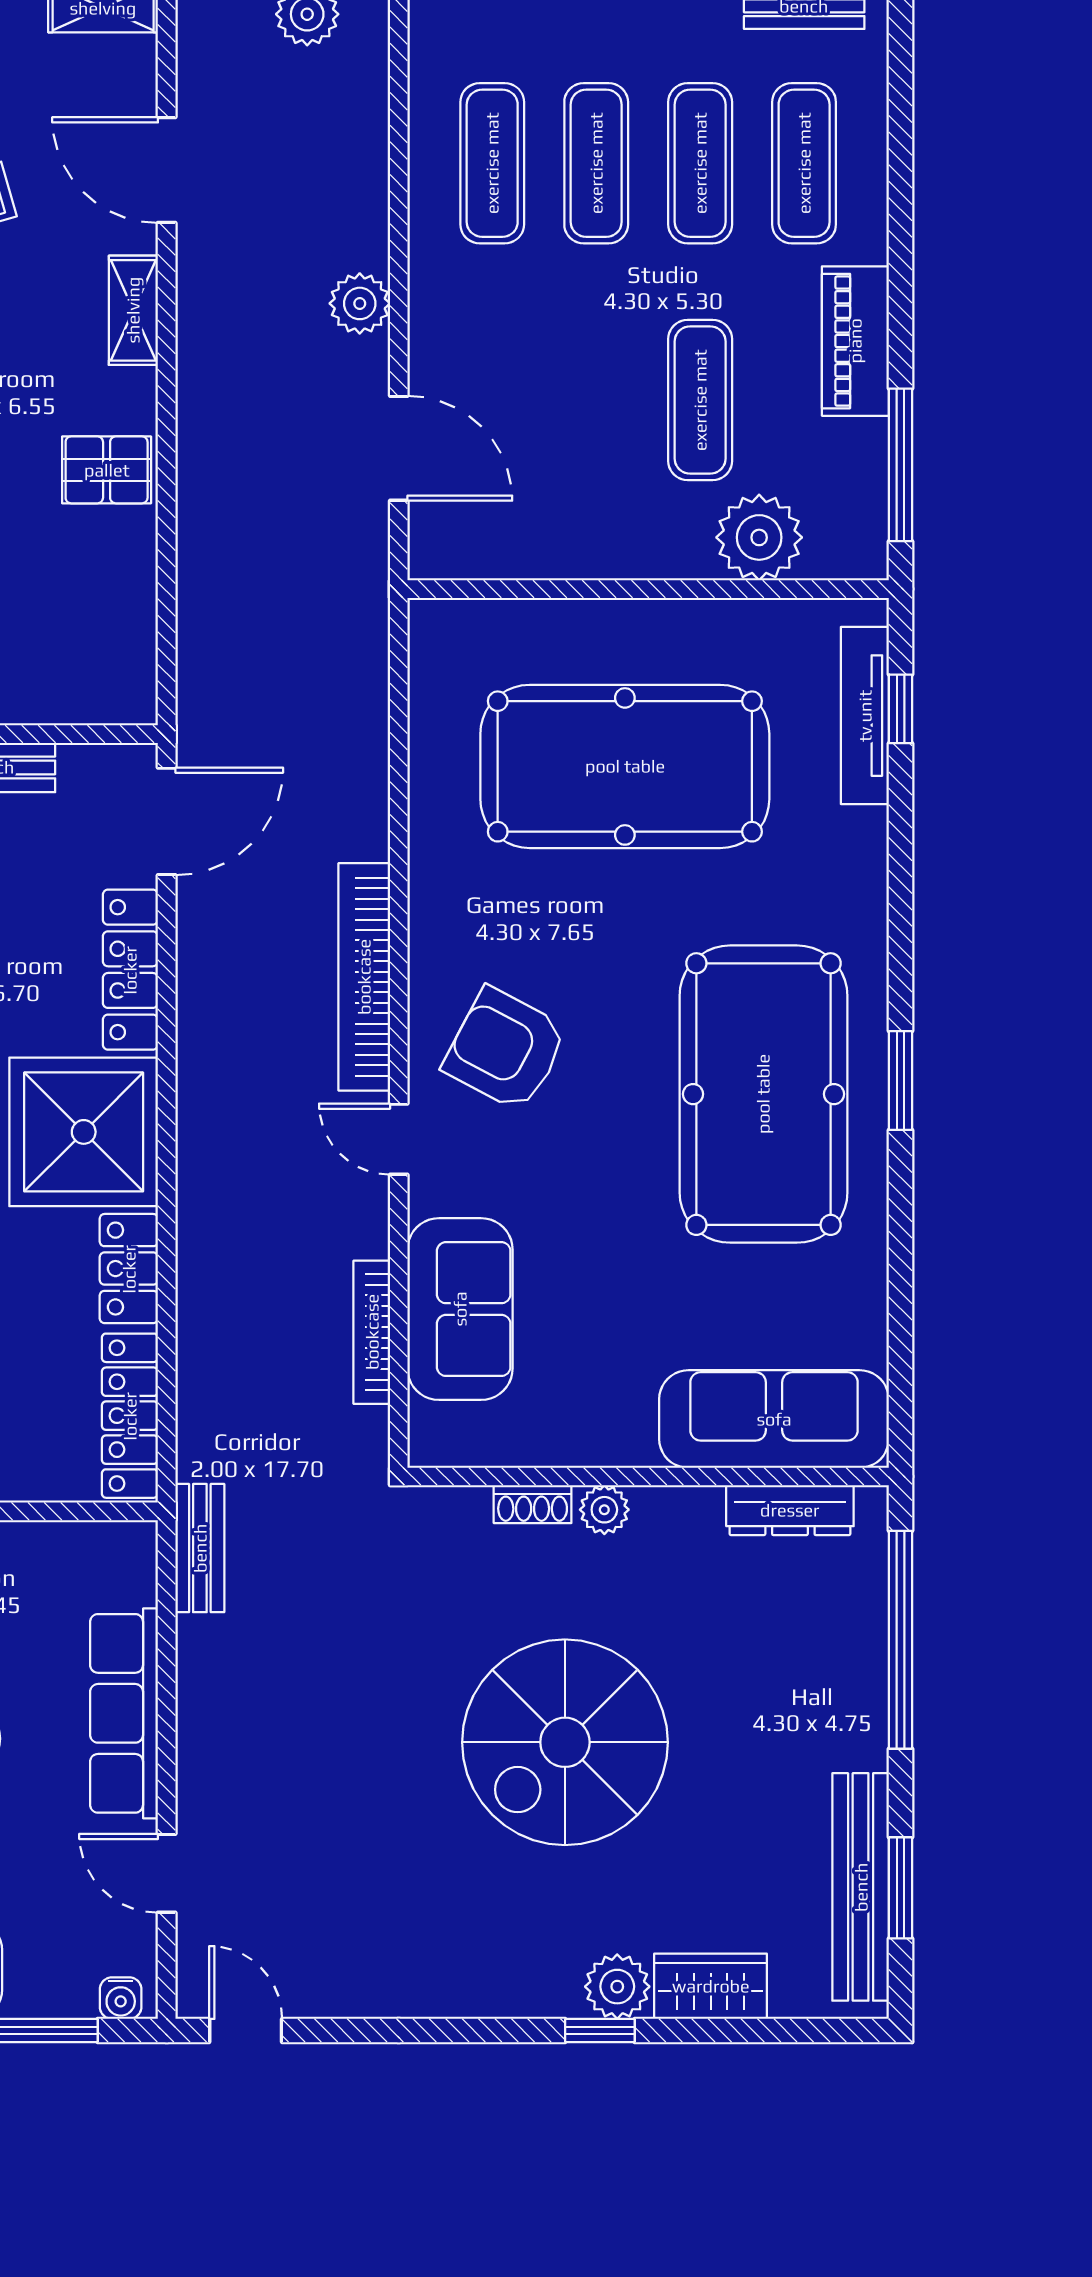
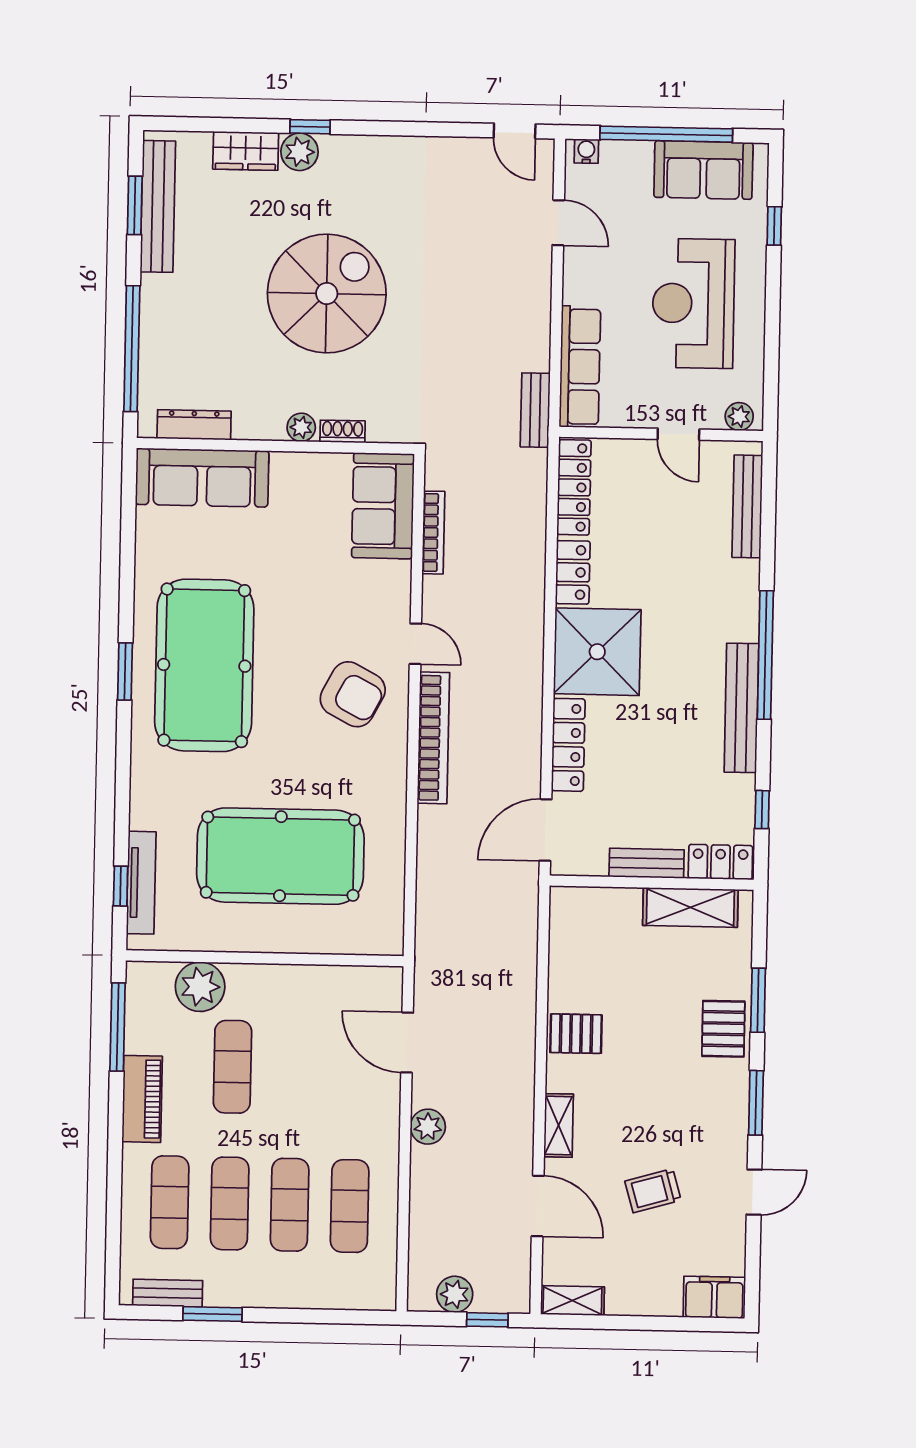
sofa: (460, 1309) -> (383, 506), moved
row of seats: (124, 1713) -> (580, 367), moved

